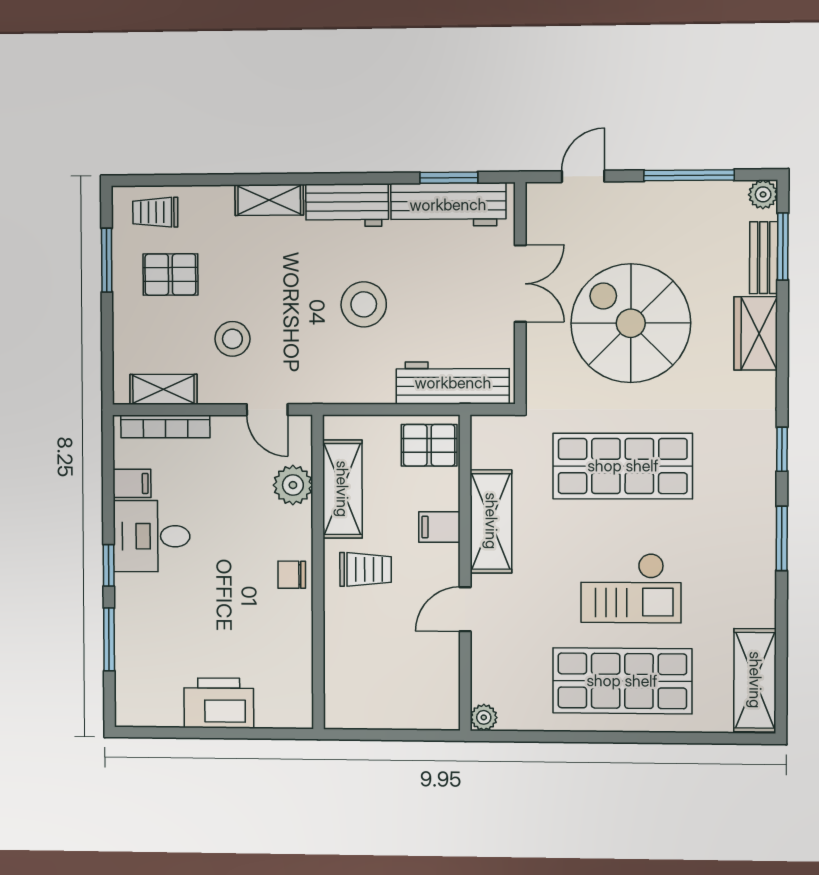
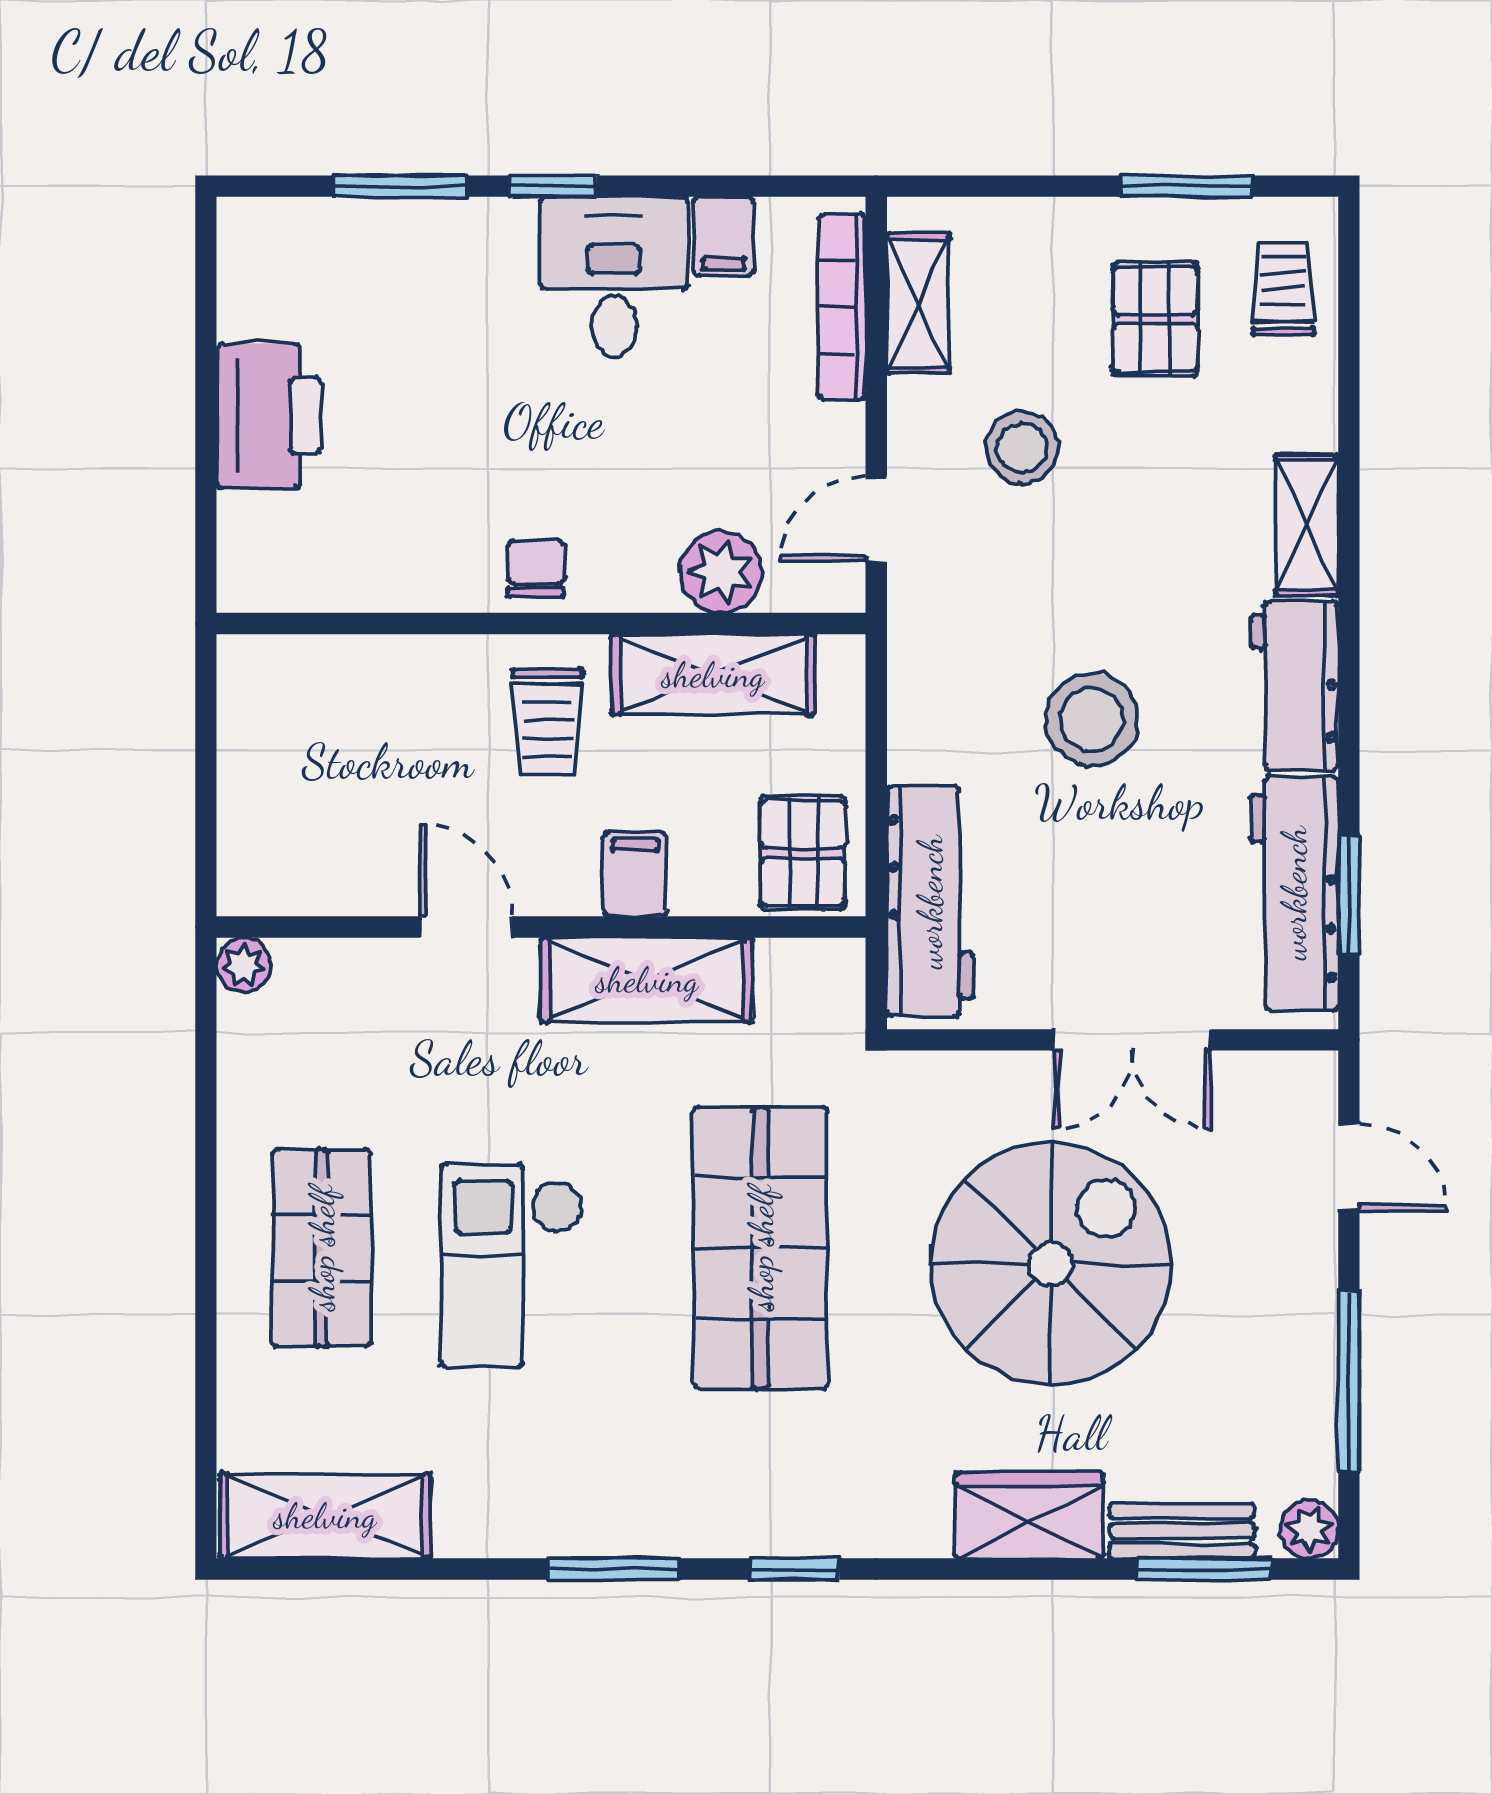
shop shelf: (622, 681) -> (322, 1248), width x0.70, depth x0.74

